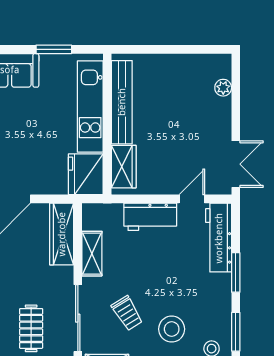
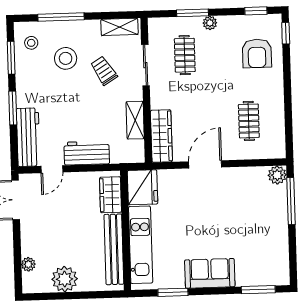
plant: (181, 69) -> (65, 279), added
sliding door: (78, 318) -> (145, 65), width x0.73

